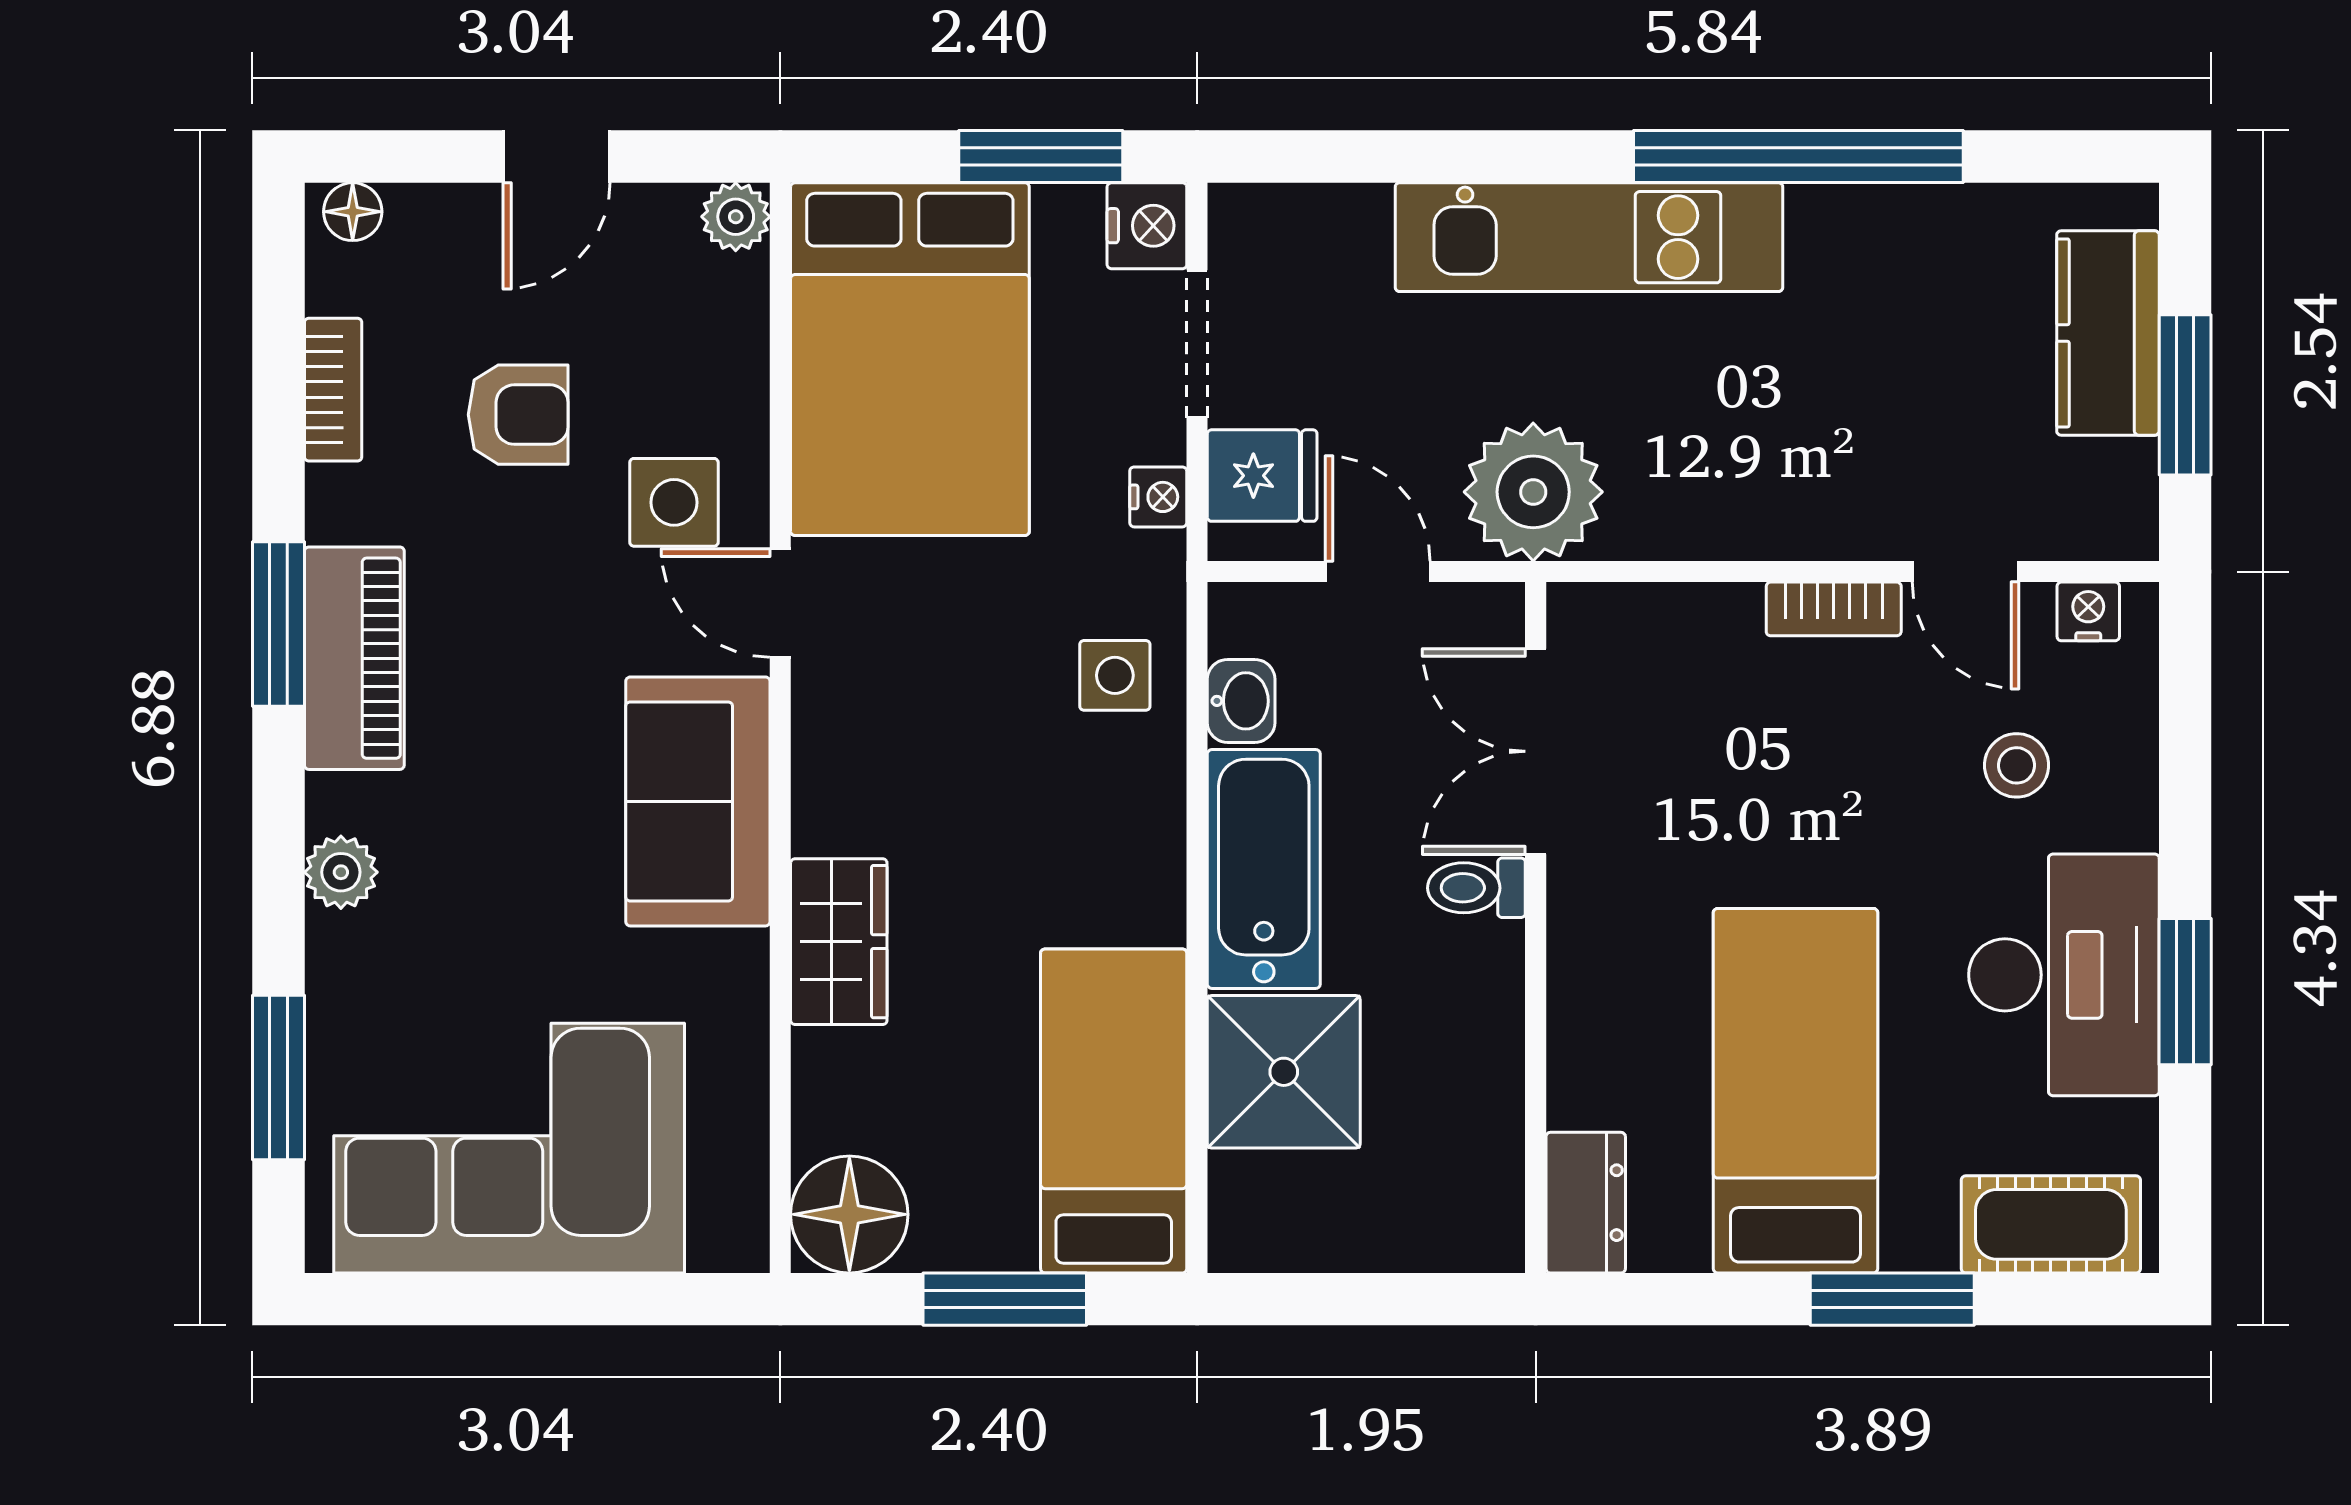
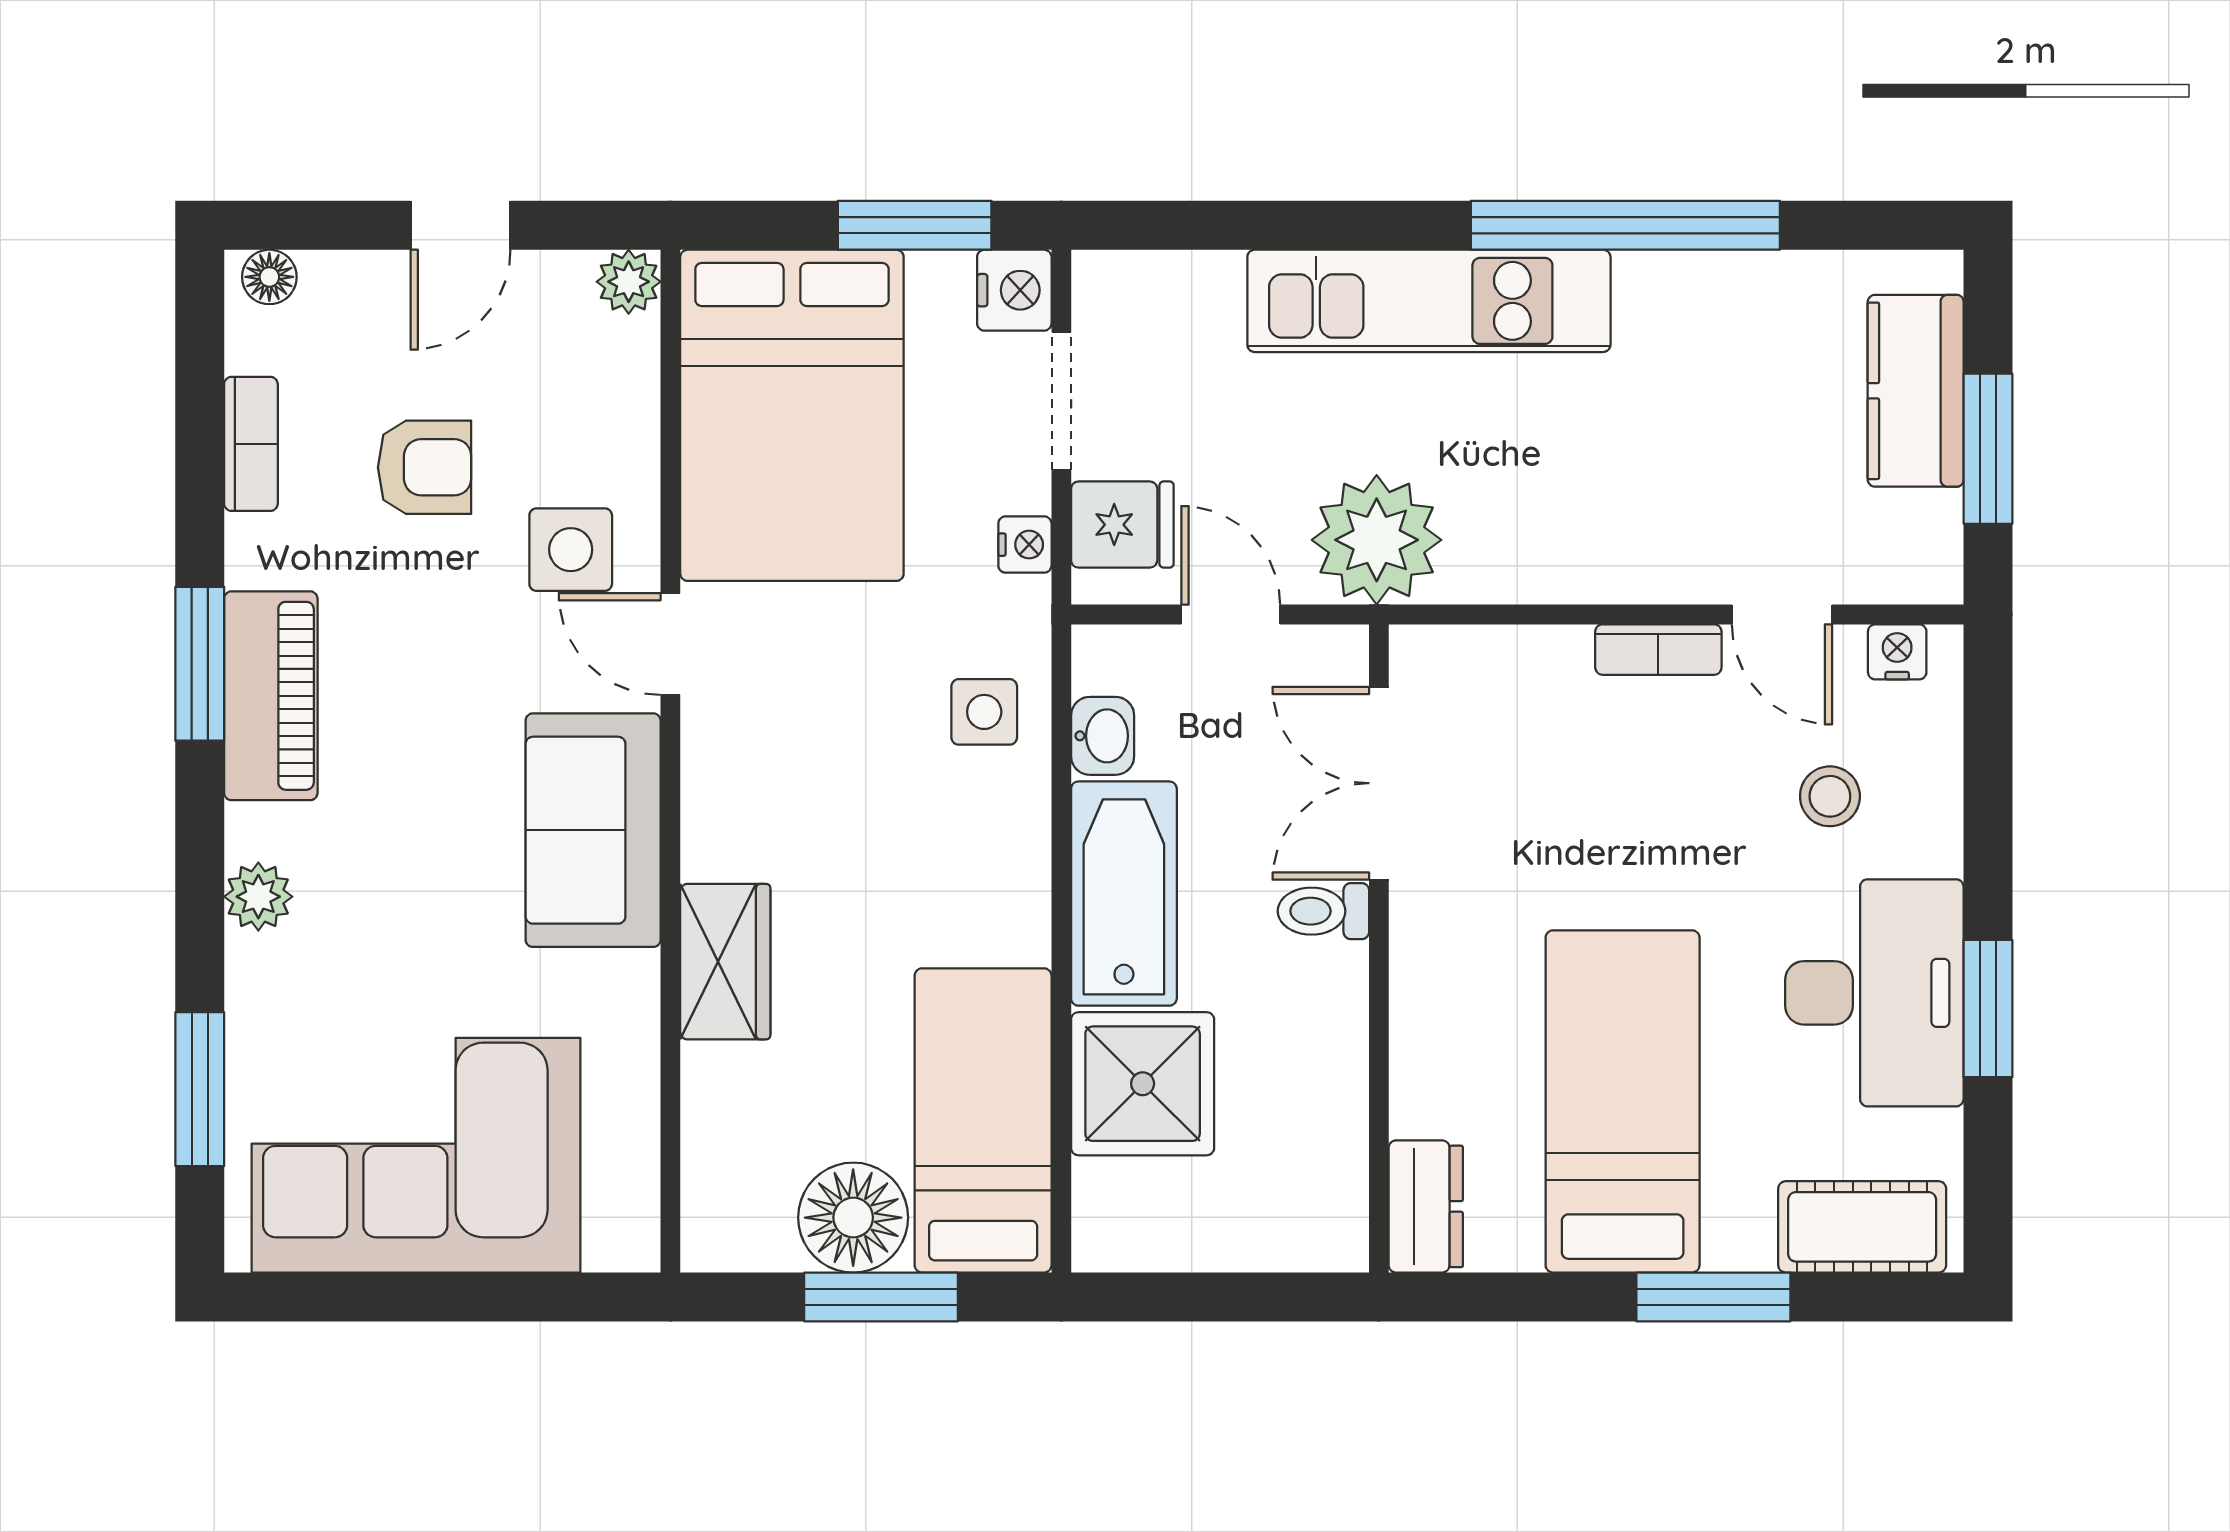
floor lamp: (849, 1214) -> (853, 1218), moved

